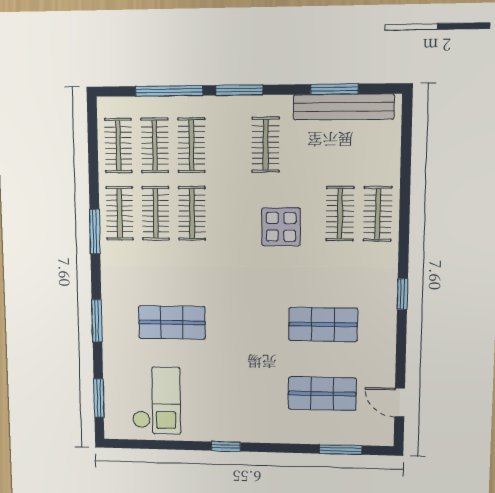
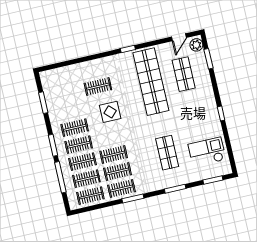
bench: (344, 107) -> (50, 97), removed
clothes rail: (378, 214) -> (79, 145), moved
shop shelf: (323, 324) -> (151, 82), width x2.00, depth x1.36
plant: (375, 433) -> (196, 45), added

